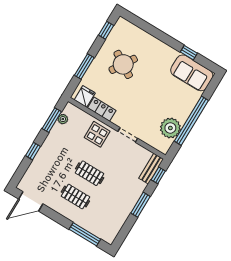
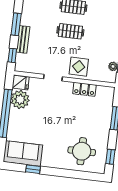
round table: (123, 64) -> (82, 151), moved, turned -32
fridge: (85, 96) -> (21, 83), moved, turned -90
bench: (151, 169) -> (23, 39), moved

